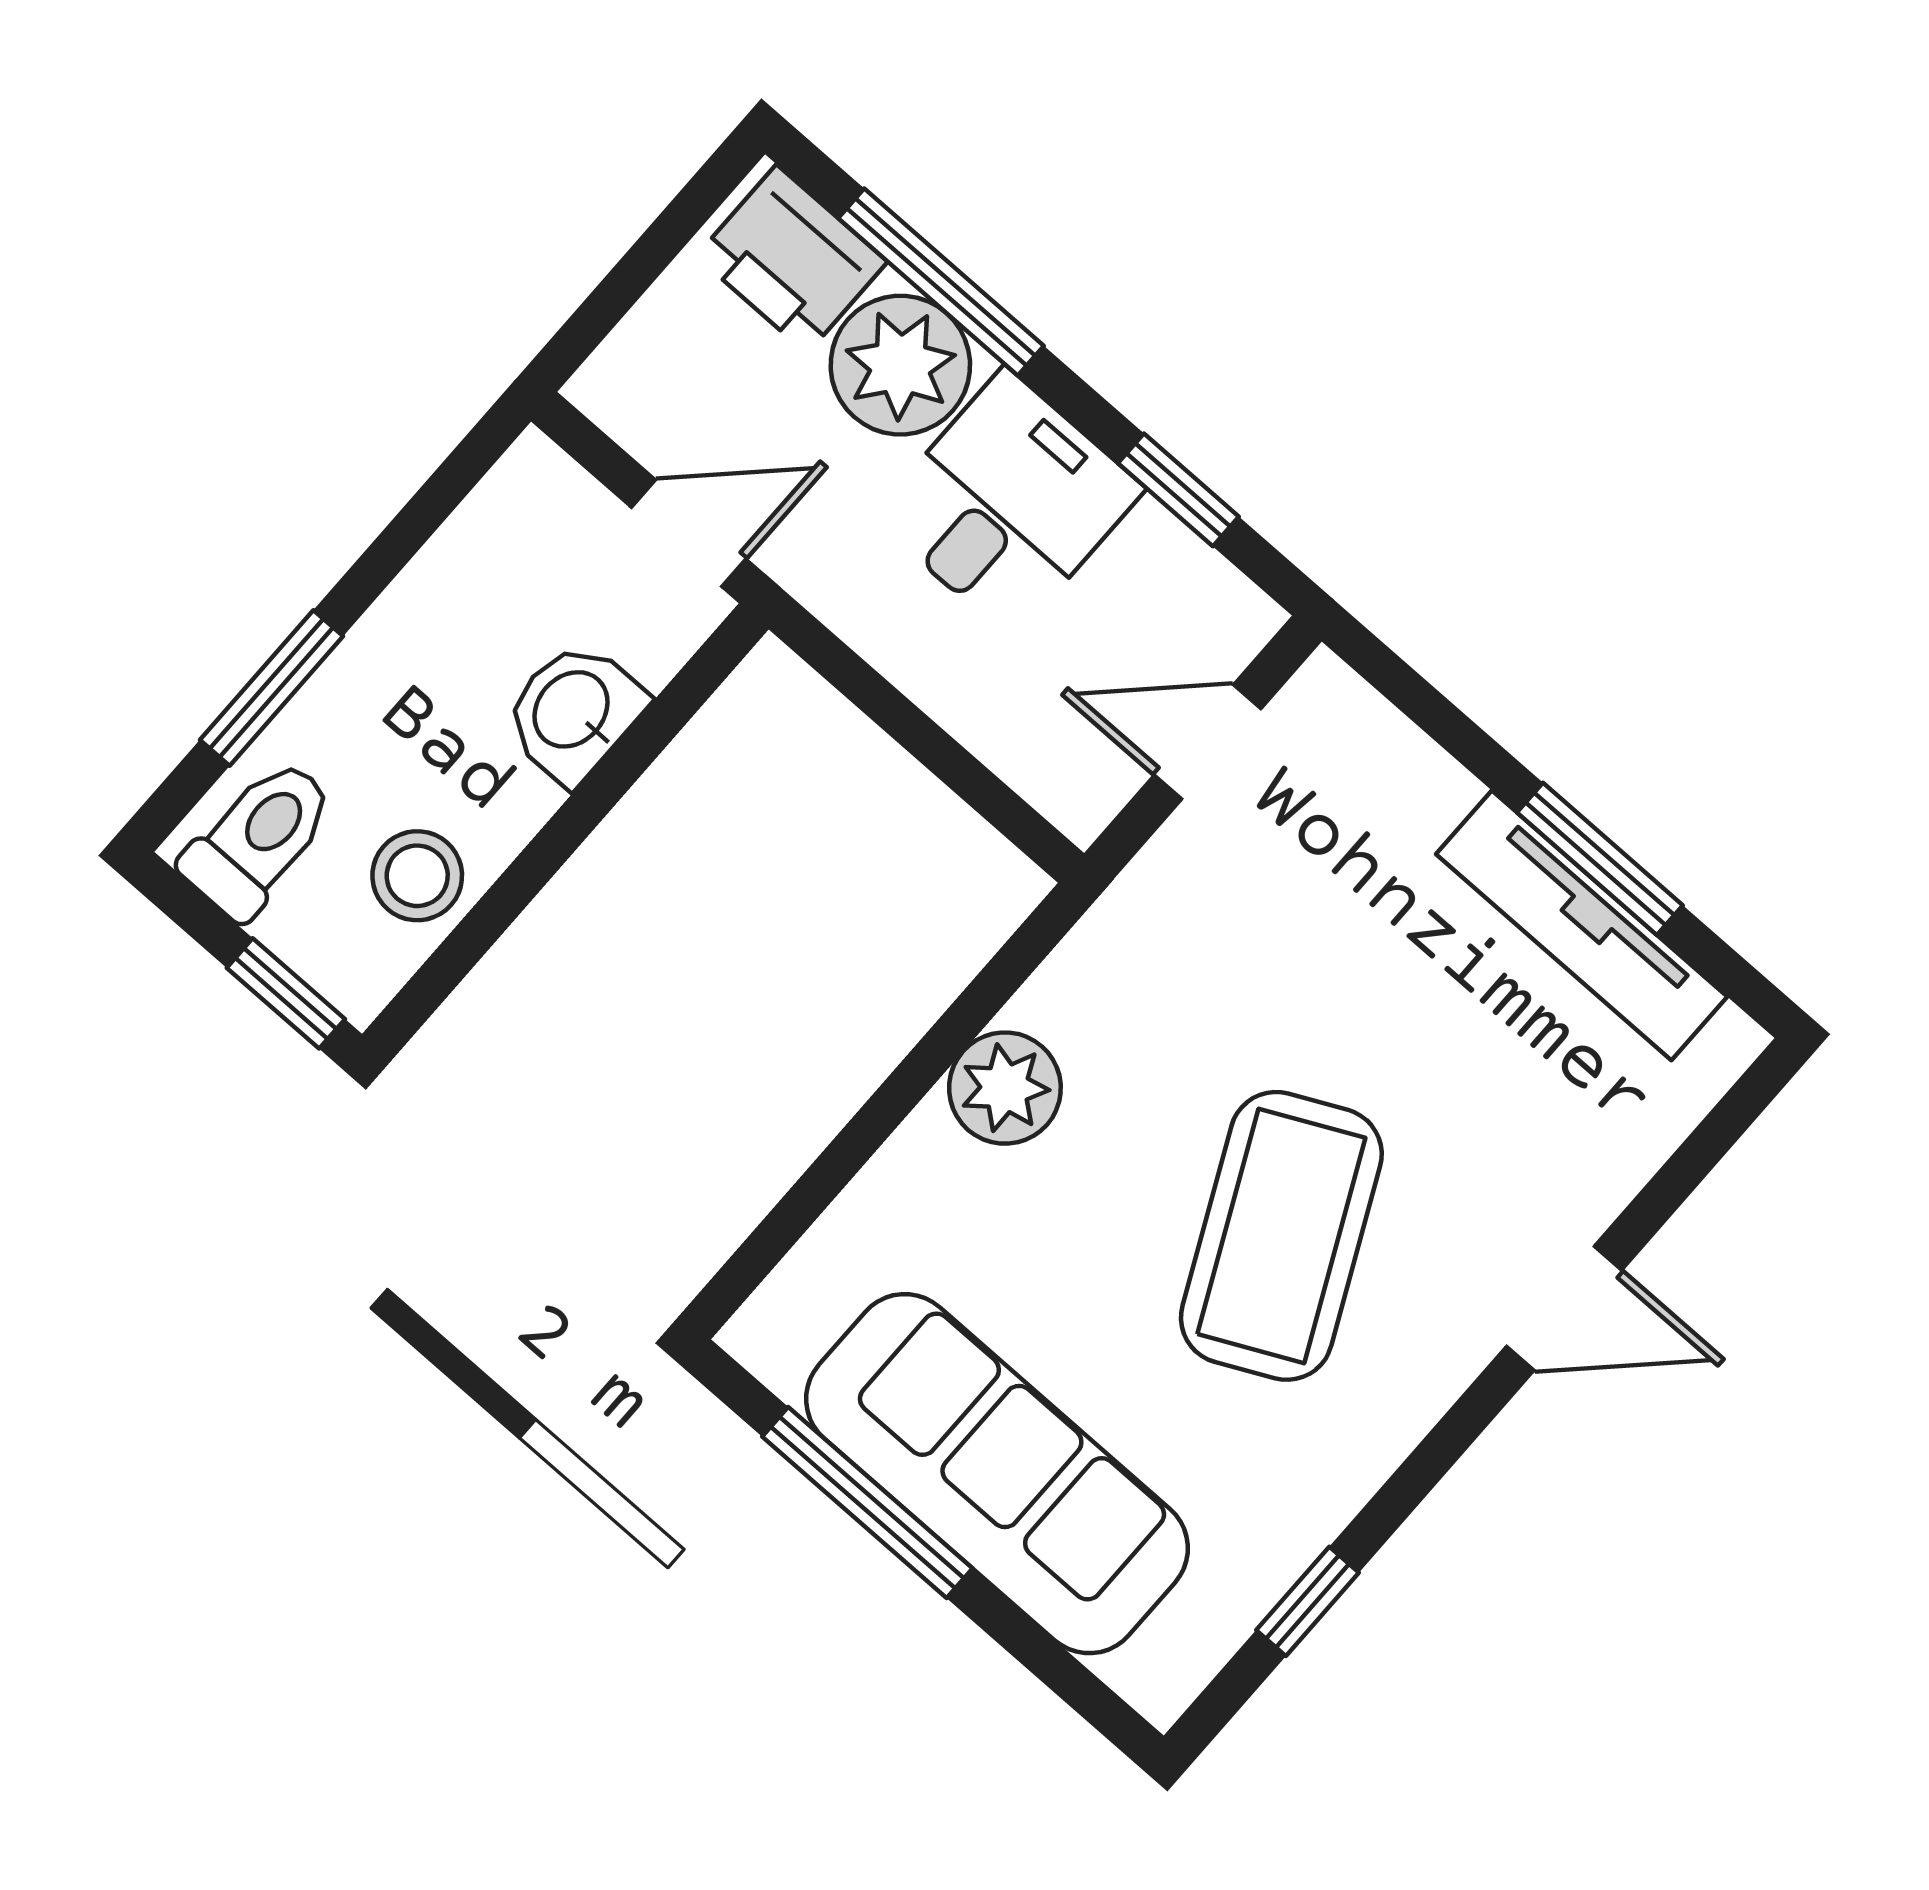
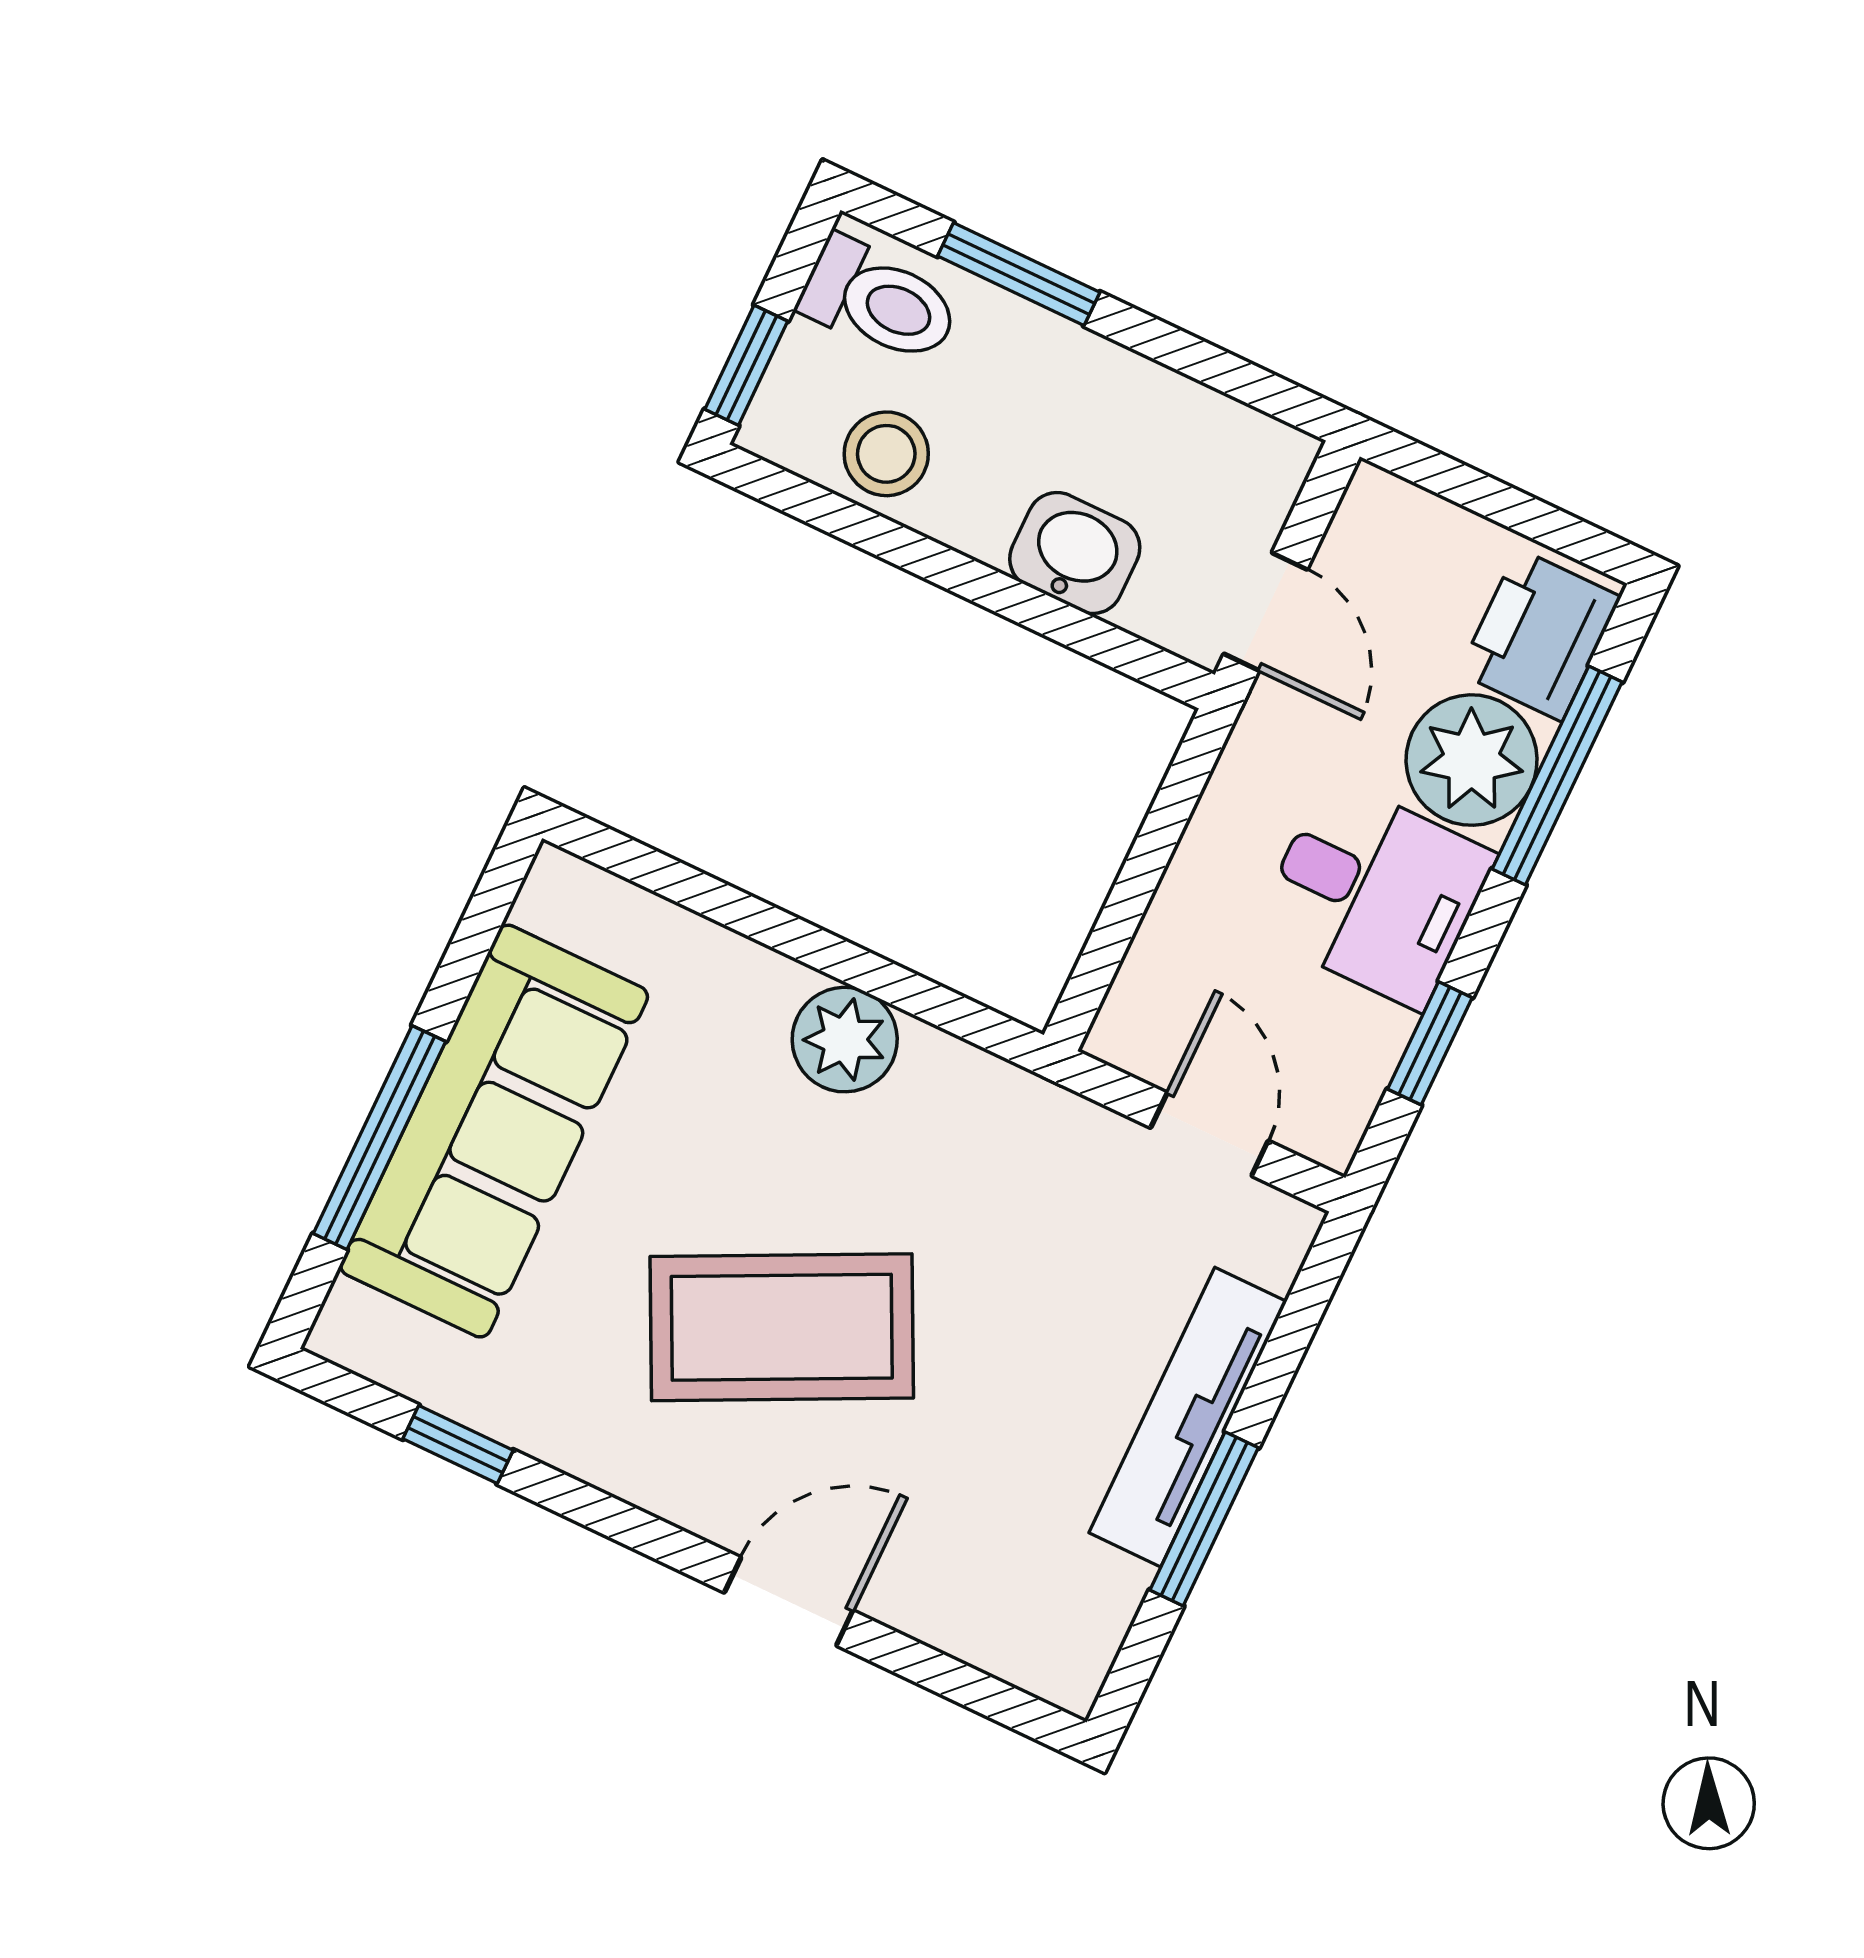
tv unit: (1582, 925) -> (1188, 1417), moved
door: (1564, 1308) -> (789, 1601), swing flipped
window: (867, 1503) -> (380, 1138), moved

